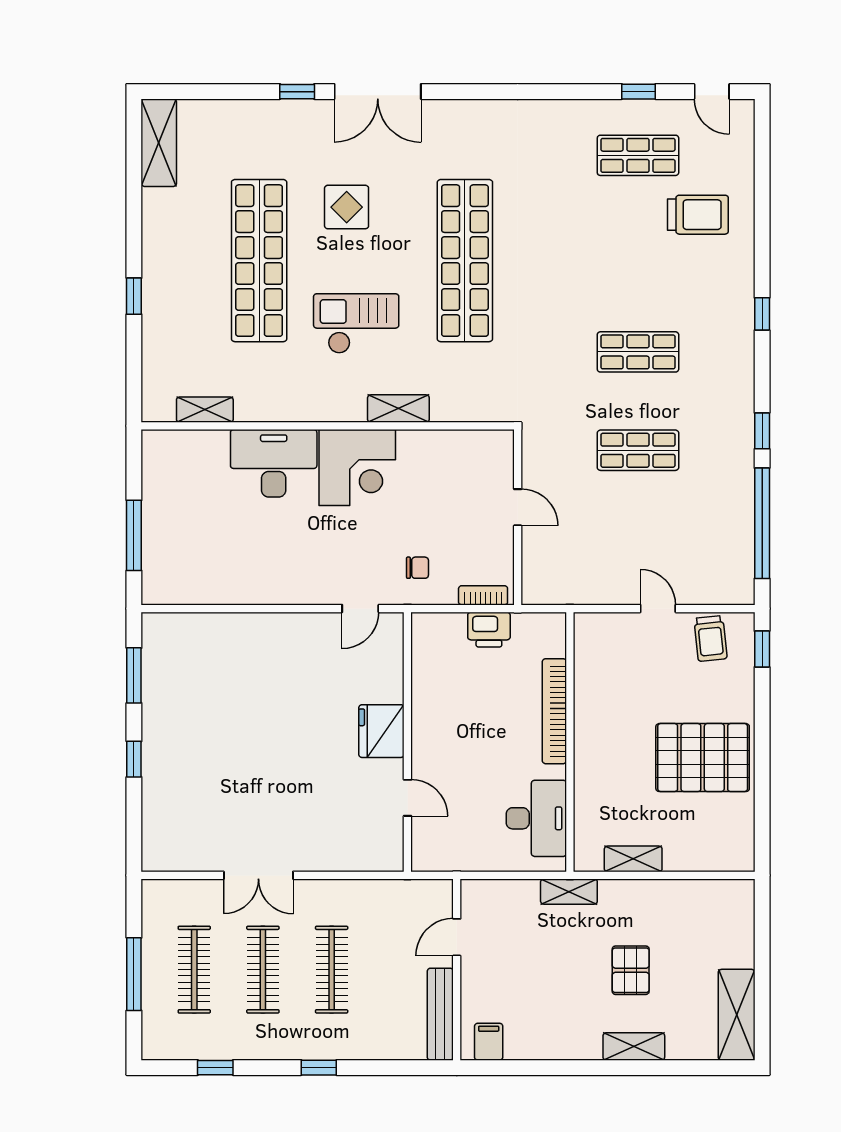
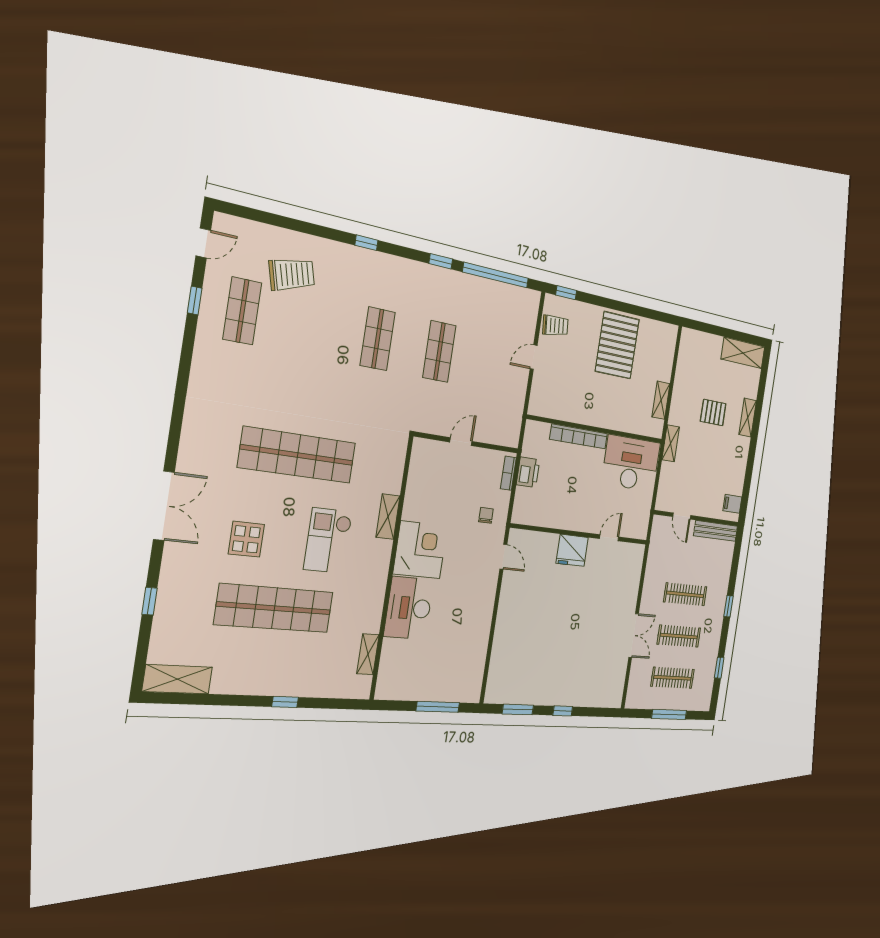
window: (297, 92) -> (150, 601), moved
trolley: (698, 215) -> (292, 274), turned 75
desk: (536, 818) -> (631, 463), width x1.36, depth x1.30

